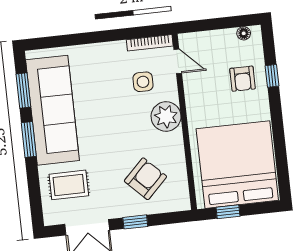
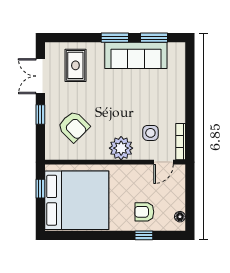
sofa: (52, 110) -> (136, 55), width x0.74, depth x0.79

